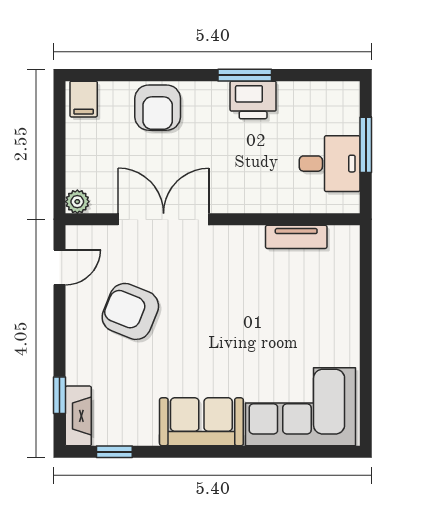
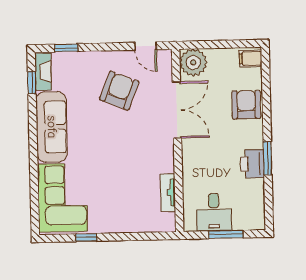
armchair: (158, 108) -> (246, 105), turned 90
plant: (77, 202) -> (193, 62), width x1.88, depth x1.88
window: (366, 370) -> (86, 238), added
fireplace: (78, 416) -> (43, 72), moved, turned -90
sofa: (201, 422) -> (52, 127), width x1.36

